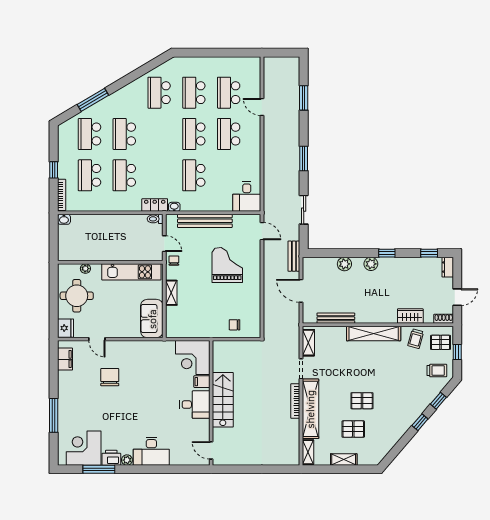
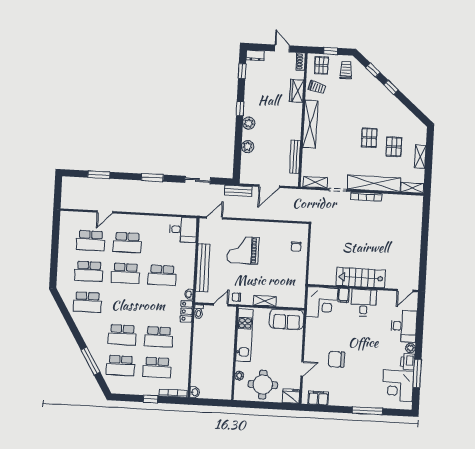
corner desk: (193, 357) -> (322, 302), moved
filing cabinet: (202, 382) -> (344, 295), moved
stairs: (223, 400) -> (361, 278), moved
wall: (211, 403) -> (363, 288), moved
desk: (195, 405) -> (364, 303), moved
door: (211, 450) -> (405, 290), moved

